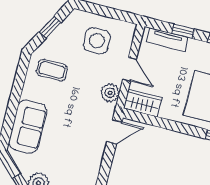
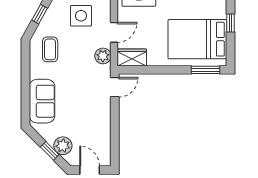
door: (130, 69) -> (114, 32), hinge flipped
coffee table: (52, 70) -> (50, 49), turned 90

